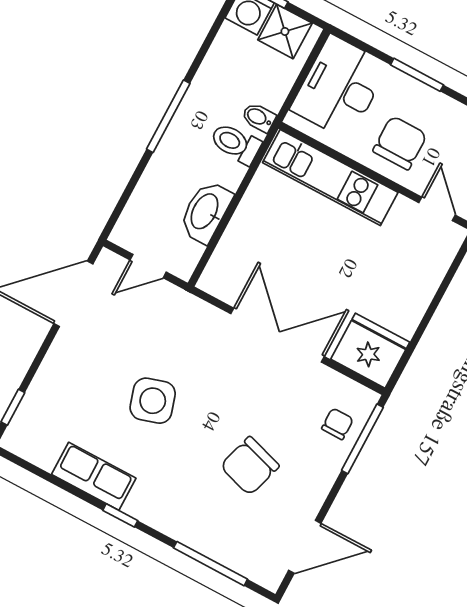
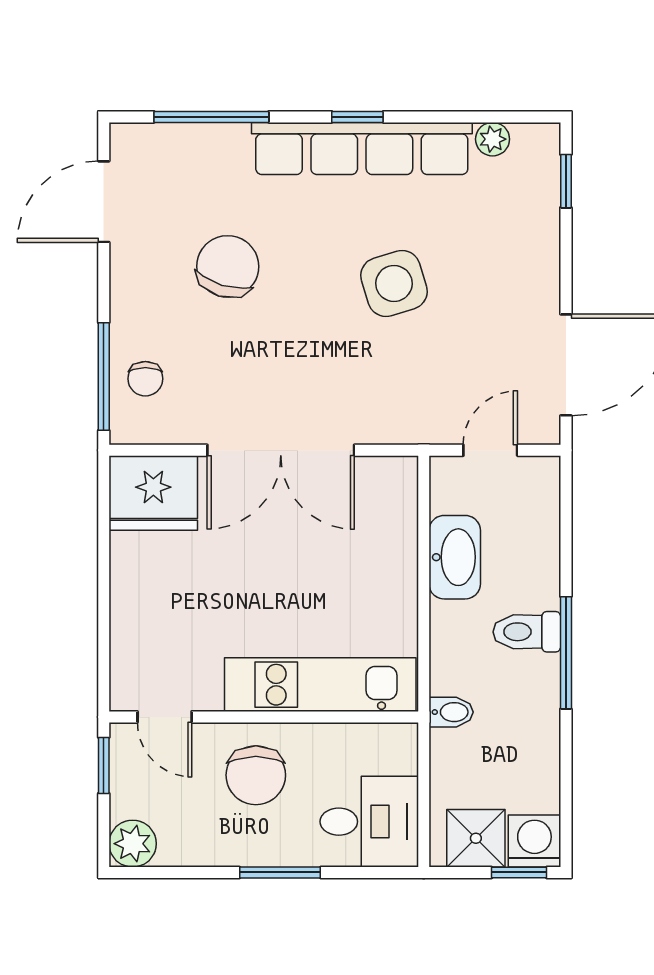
desk: (340, 87) -> (369, 822), width x0.73
toilet: (236, 143) -> (527, 632), moved, turned 180
plant: (44, 457) -> (493, 139), added
row of seats: (94, 476) -> (362, 148), width x2.02

